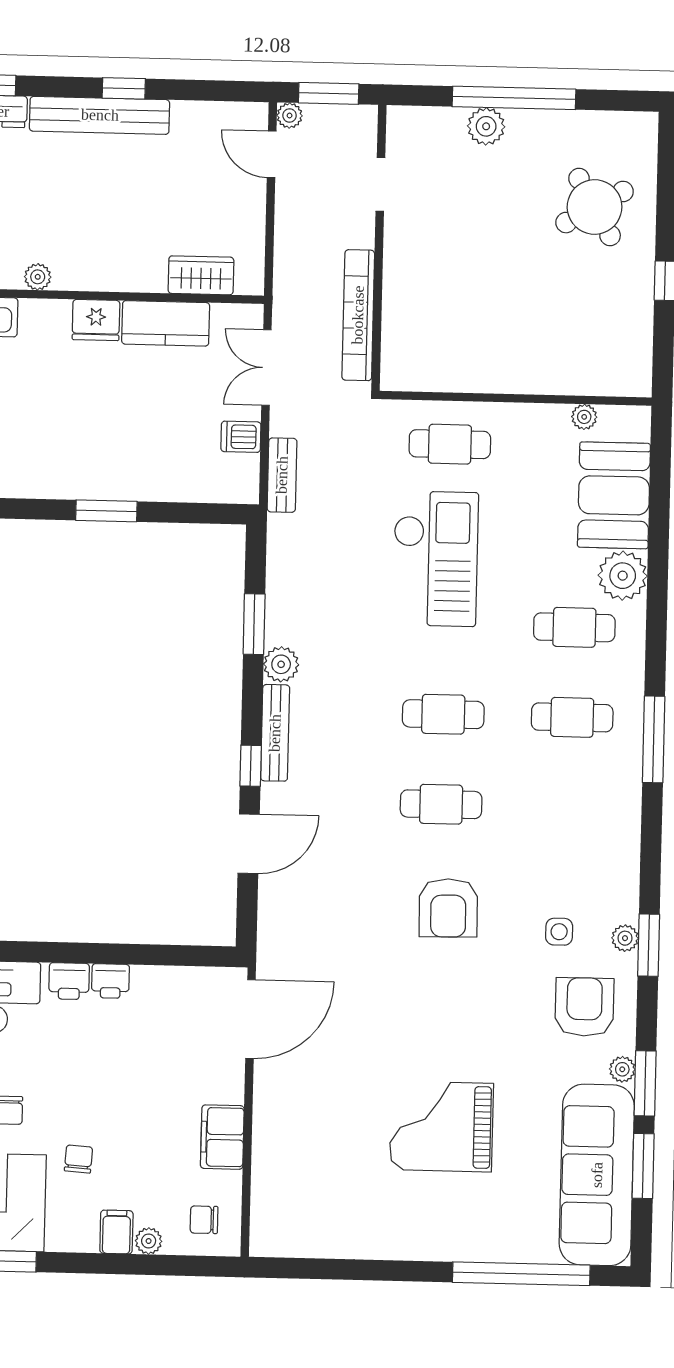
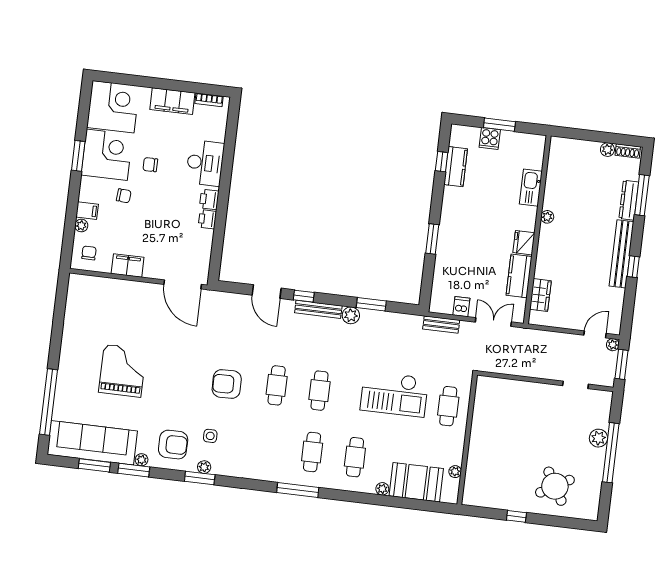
bookcase: (358, 315) -> (514, 368), removed
plant: (623, 576) -> (382, 489), width x0.53, depth x0.53

